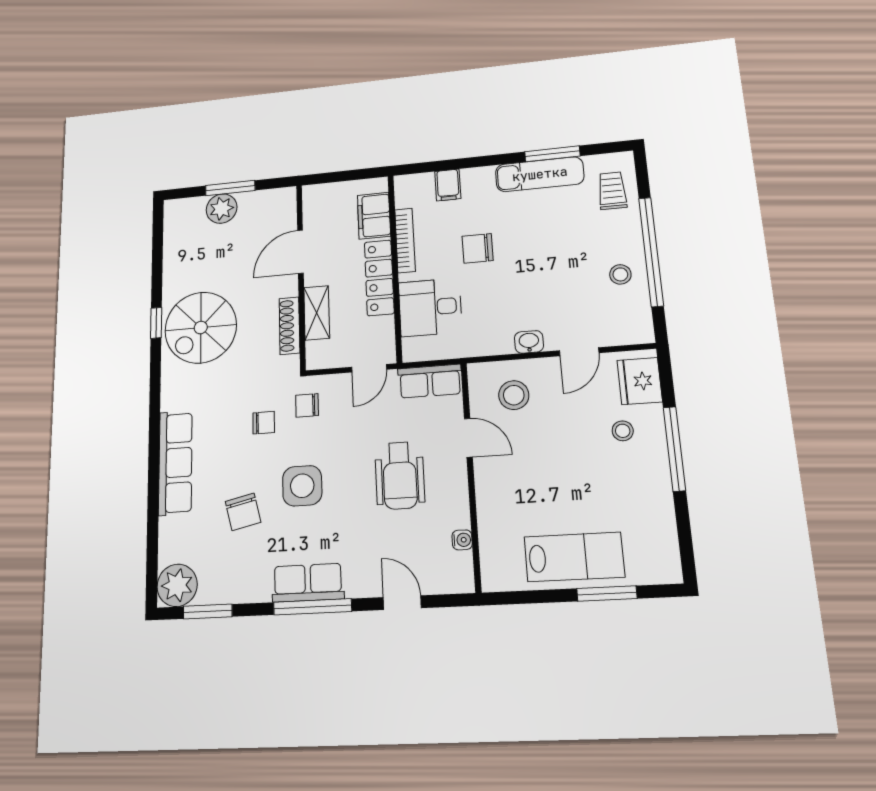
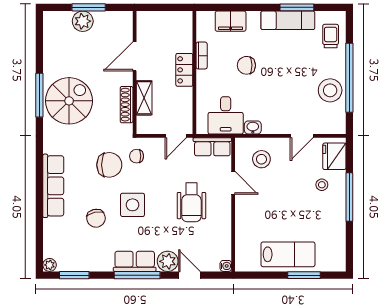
filing cabinet: (448, 185) -> (231, 21), width x2.00
filing cabinet: (374, 216) -> (183, 37), removed
bookcase: (405, 240) -> (202, 56), width x0.64
stool: (620, 274) -> (330, 90), width x1.89, depth x1.89
locker: (379, 278) -> (184, 70), width x0.66
desk: (430, 307) -> (226, 115), moved, turned -90
window: (156, 323) -> (39, 95), width x2.17
spiral stairs: (201, 328) -> (69, 101), turned 180
washbasin: (529, 342) -> (253, 127), moved
chair: (264, 423) -> (109, 165), width x1.87, depth x1.87
water cooler: (462, 540) -> (226, 266), moved
plant: (364, 580) -> (168, 261), added
plant: (177, 585) -> (50, 265), width x0.53, depth x0.53

